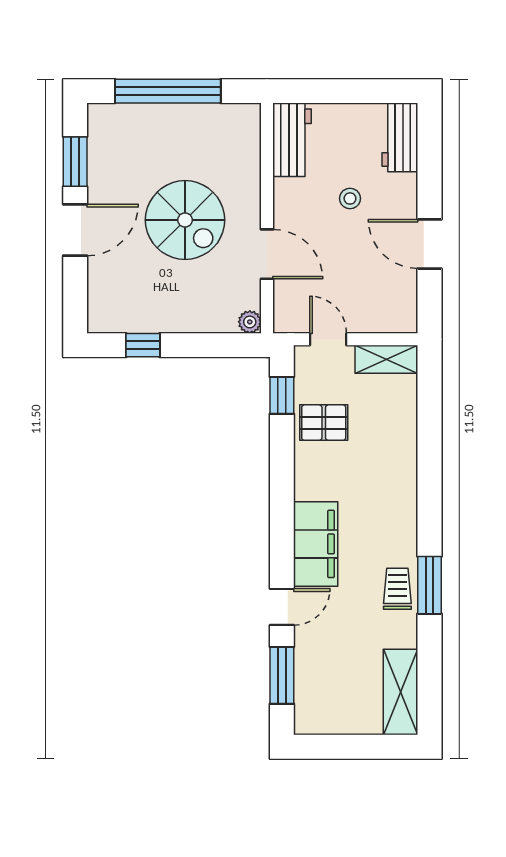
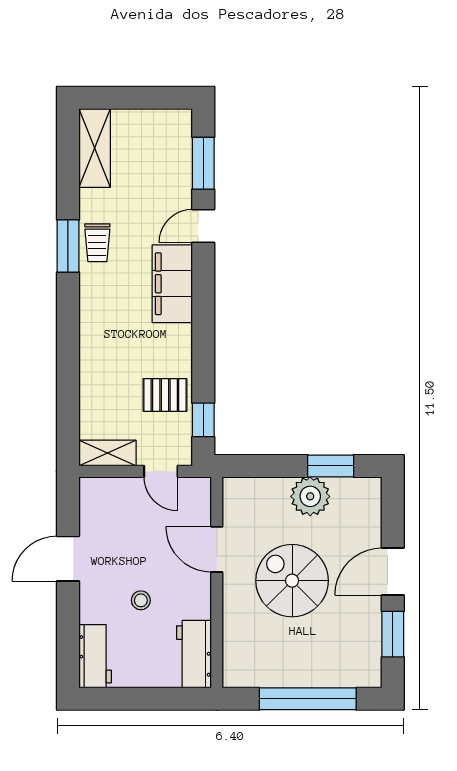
door: (430, 244) -> (68, 559), swing flipped
plant: (250, 322) -> (310, 496), moved, width x1.87, depth x1.87
window: (143, 345) -> (331, 466), width x1.50

